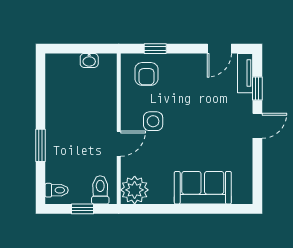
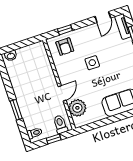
washbasin: (89, 60) -> (11, 56), moved
side table: (153, 121) -> (92, 63), moved
plant: (135, 190) -> (77, 108), moved

